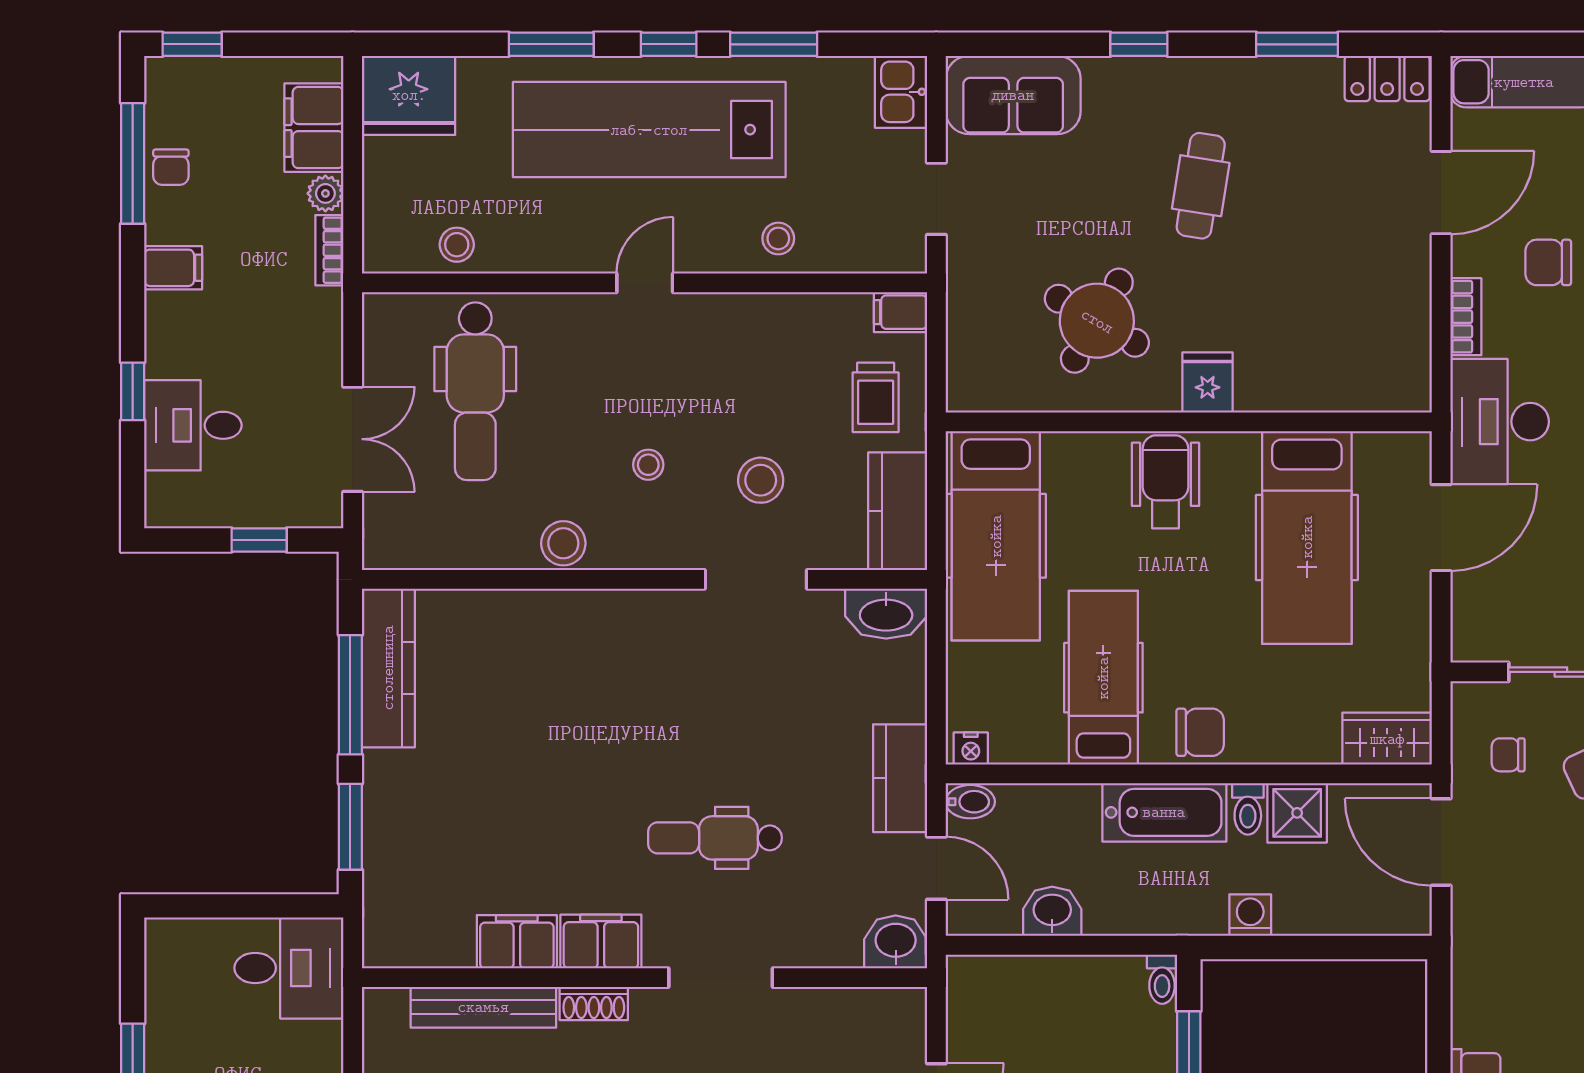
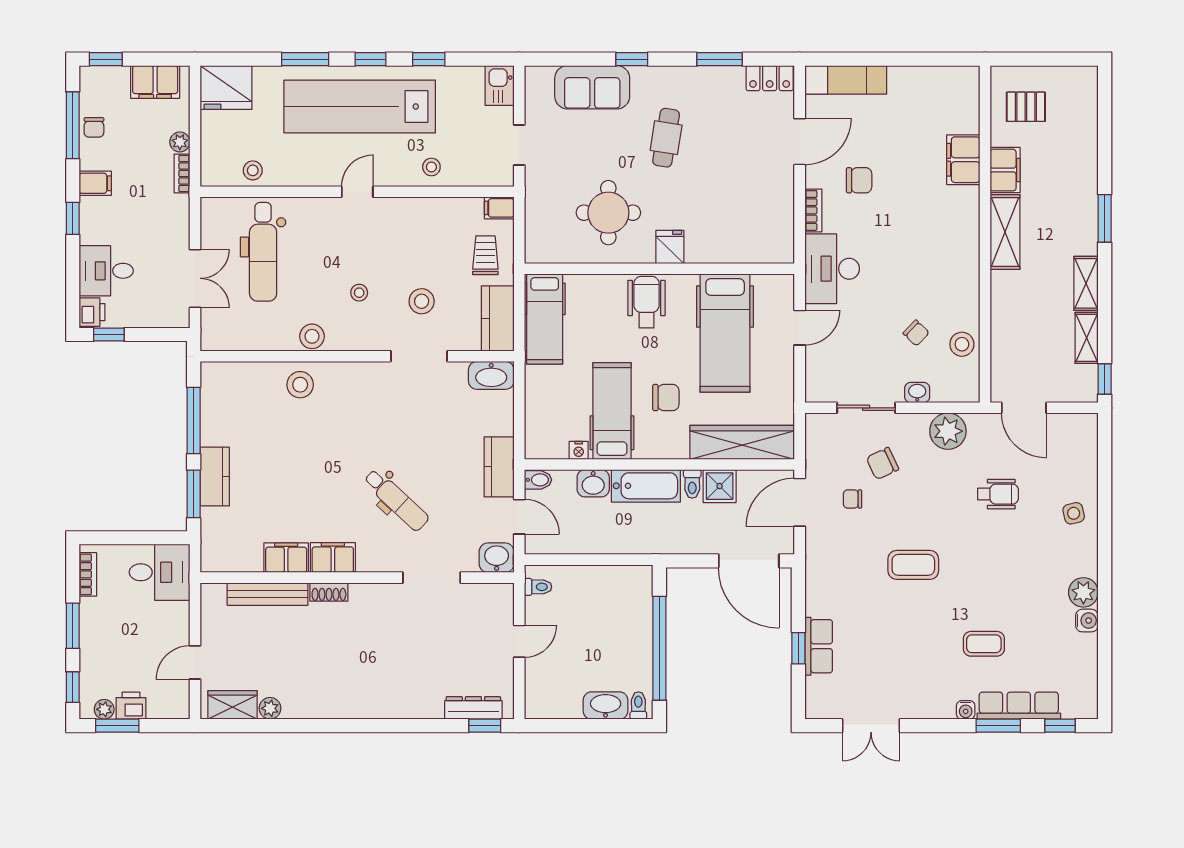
window: (774, 44) -> (429, 59), width x0.67
sofa: (1013, 95) -> (592, 87), moved
filing cabinet: (314, 128) -> (155, 82), moved, turned -90
chair: (1548, 262) -> (859, 180), turned 180
round table: (1097, 321) -> (608, 213), turned -30
window: (133, 391) -> (73, 218), moved
trolley: (876, 397) -> (485, 255), turned 180
printer: (167, 500) -> (92, 312), added
door: (1441, 528) -> (800, 328), width x0.73
hospital bed: (996, 536) -> (545, 319), width x0.73, depth x0.77
window: (259, 540) -> (109, 334), moved
stool: (542, 630) -> (300, 385), added
kitchen counter: (388, 668) -> (215, 477), moved, width x0.67
chair: (1200, 732) -> (666, 398), moved
wardrobe: (1387, 739) -> (742, 442), width x2.10, depth x1.17
nightstand: (971, 749) -> (579, 450), moved
chair: (1508, 755) -> (853, 499), moved
dental chair: (715, 838) -> (396, 500), turned -137
door: (1441, 842) -> (800, 502), hinge flipped
washbasin: (1052, 911) -> (593, 483), moved, turned 180
washing machine: (1250, 915) -> (694, 543), removed
door: (1349, 948) -> (749, 561), added
bookcase: (160, 972) -> (88, 574), added
doorway: (721, 978) -> (432, 578), moved
toilet: (1162, 979) -> (538, 587), moved, turned -90

